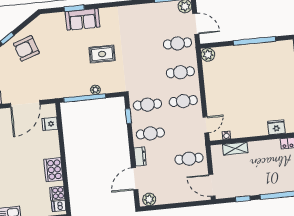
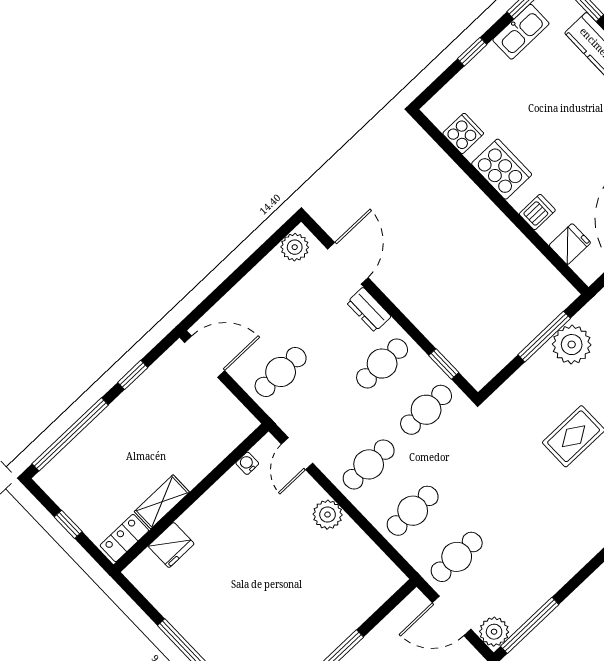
plant: (208, 55) -> (328, 515), moved
plant: (95, 90) -> (572, 345), moved, width x1.88, depth x1.88
window: (85, 98) -> (544, 337), width x0.68
shelving: (235, 149) -> (162, 502), moved
dishwasher: (59, 206) -> (537, 212), moved

